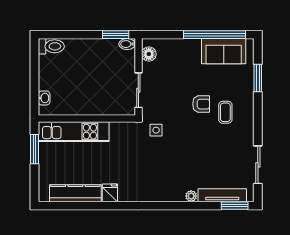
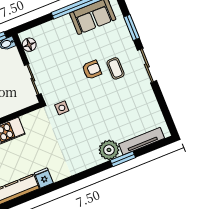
sliding door: (258, 165) -> (147, 66), moved
plant: (191, 196) -> (109, 150), width x1.88, depth x1.88
window: (235, 206) -> (123, 159), moved

